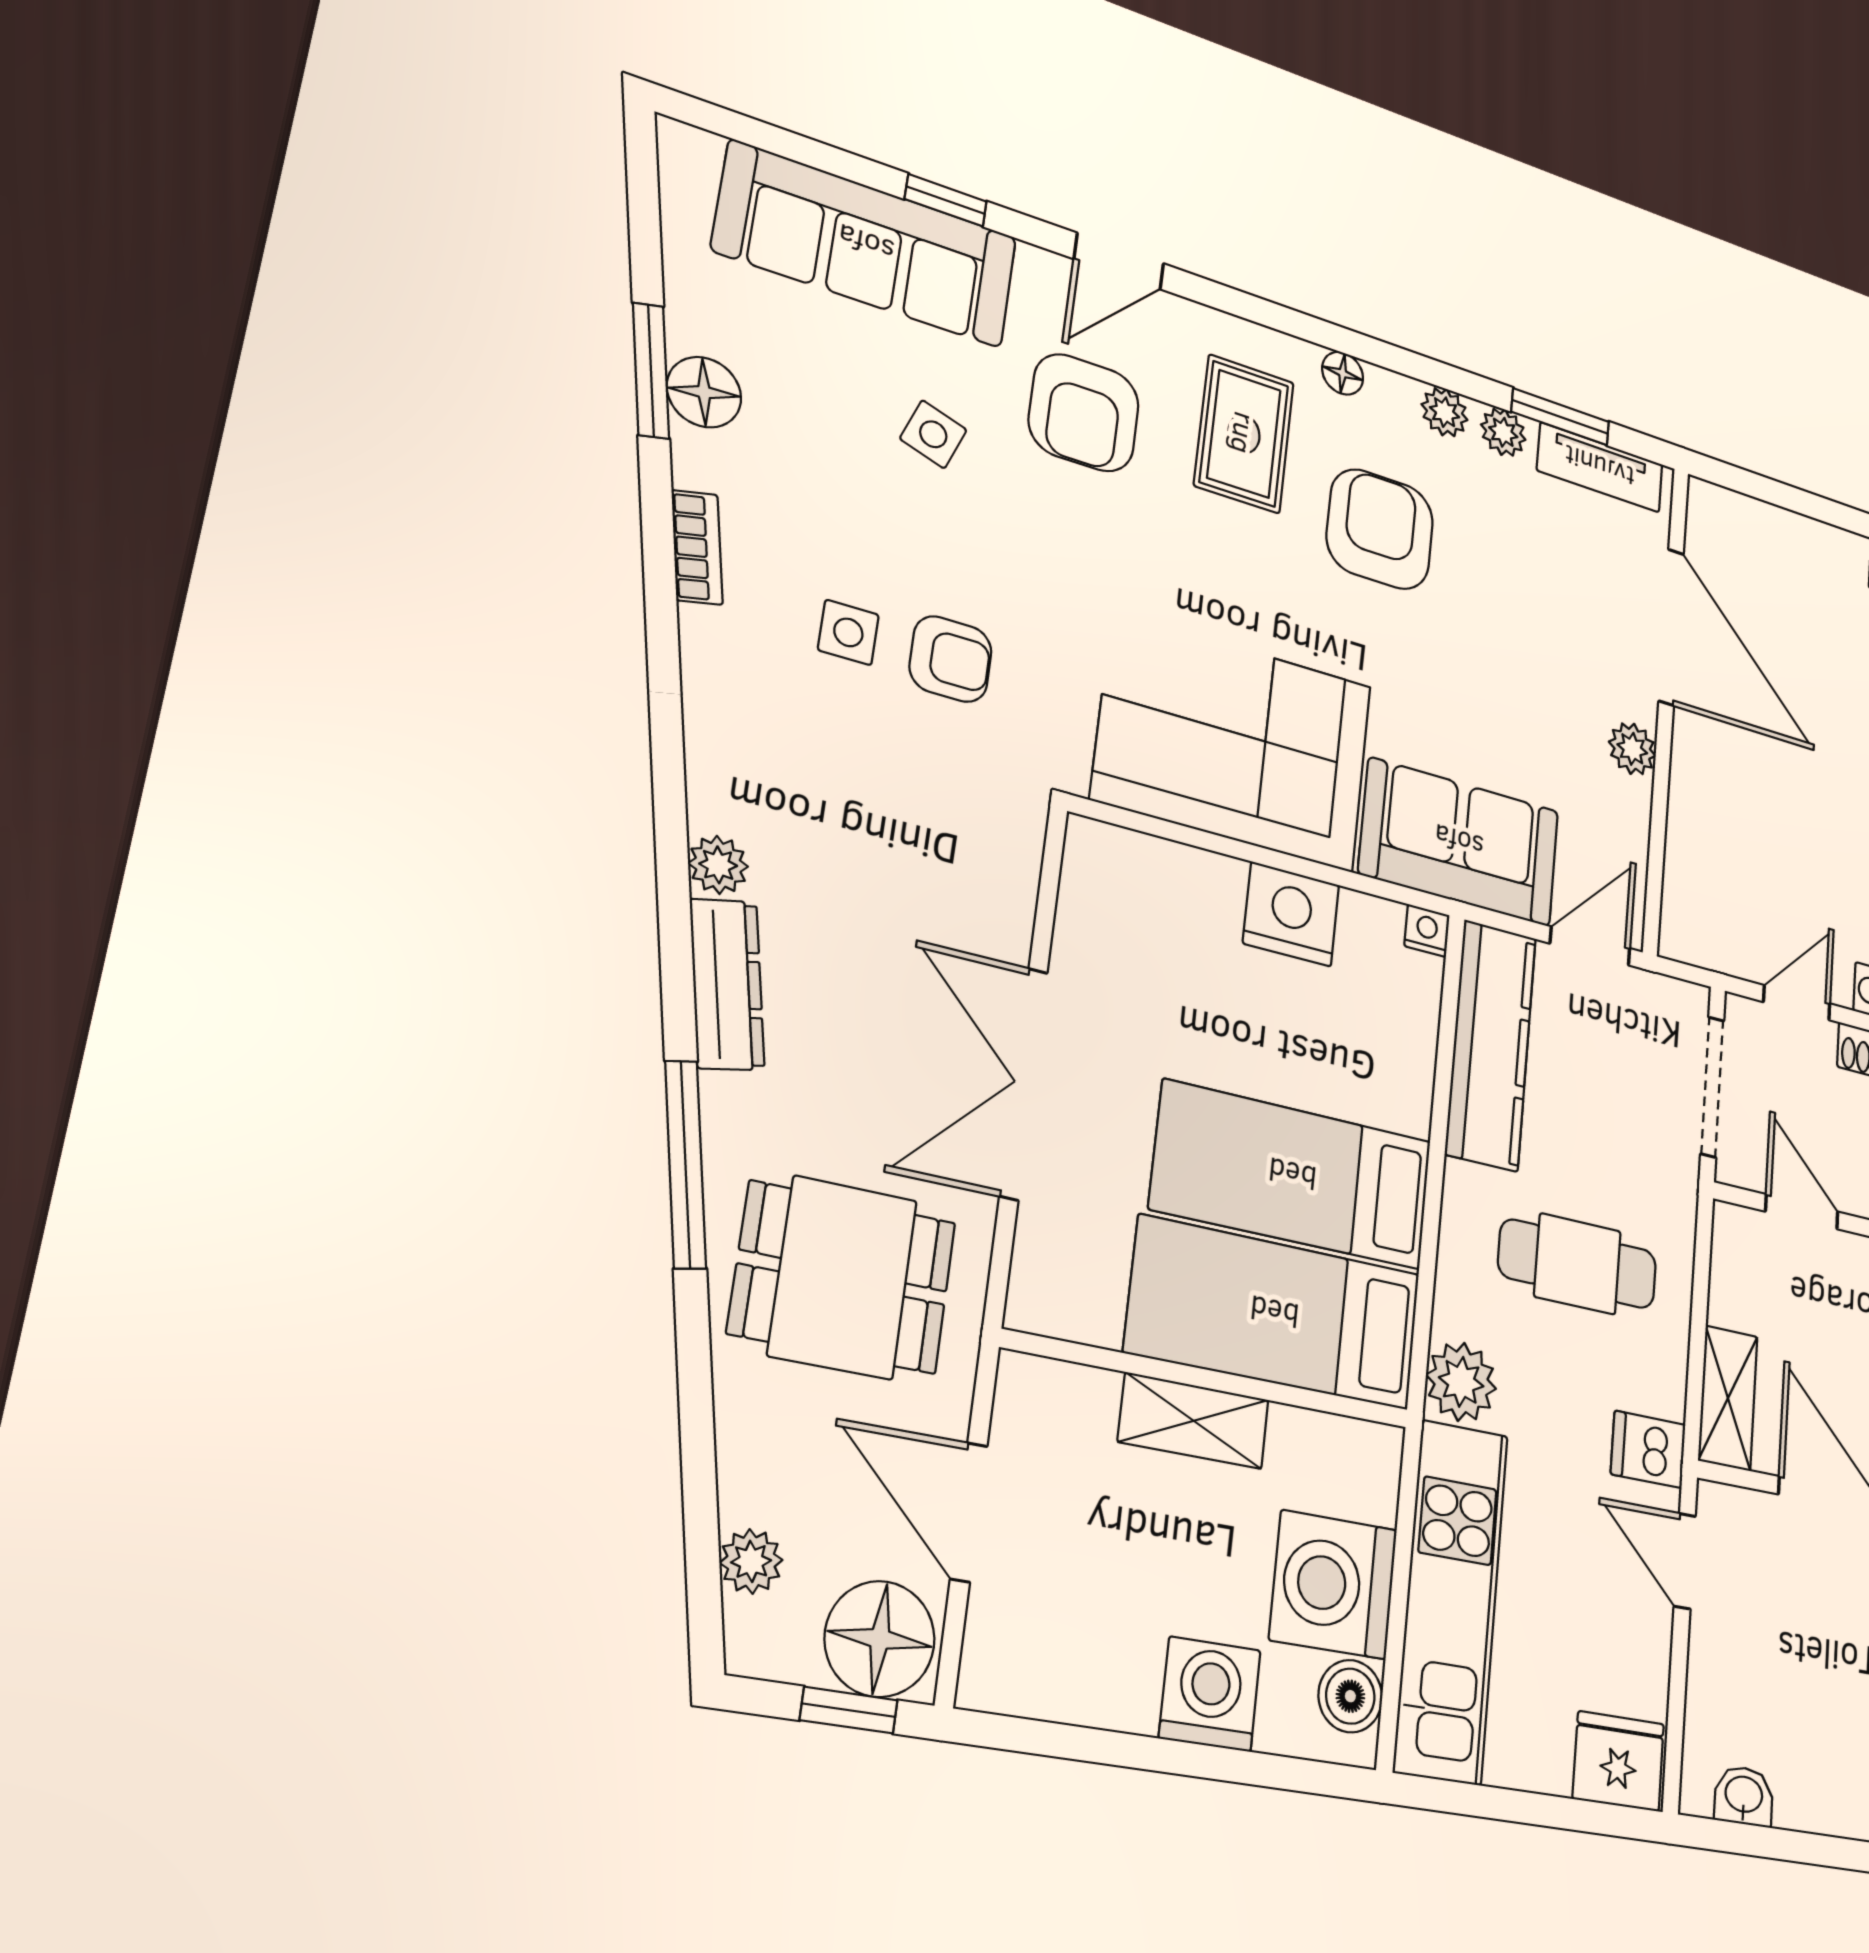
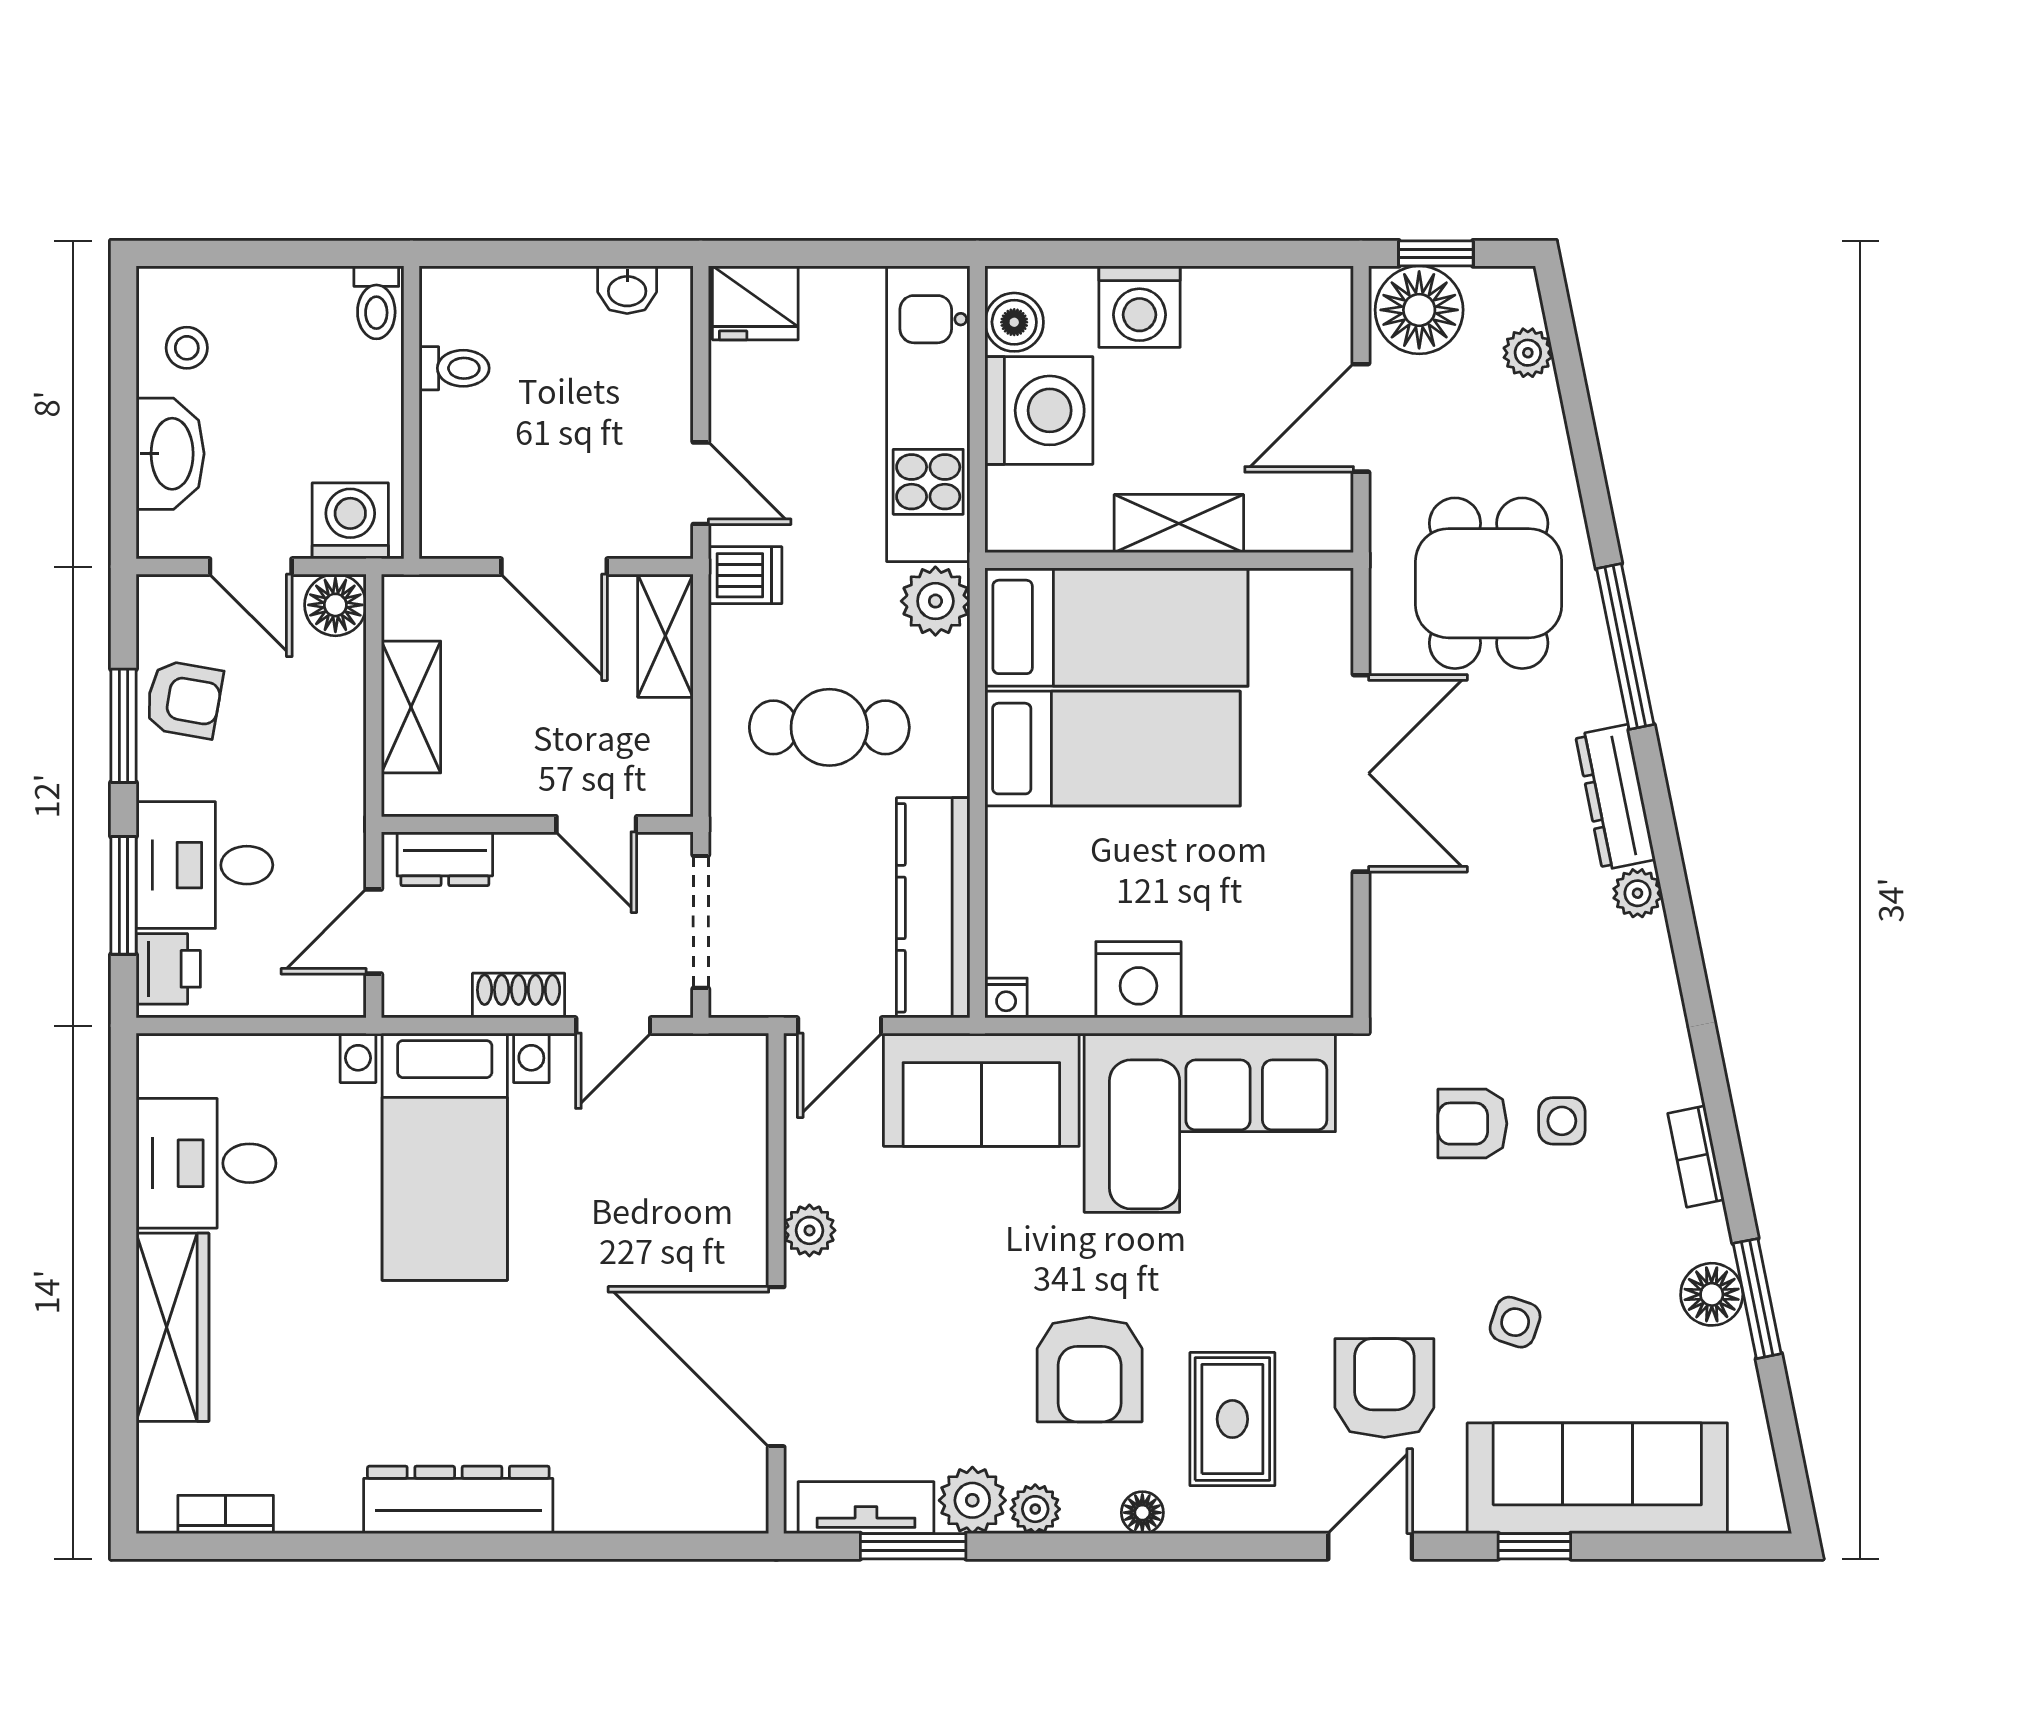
plant: (1503, 432) -> (972, 1500), width x1.38, depth x1.38
dining table: (843, 1277) -> (1489, 583), turned 90
door: (969, 1512) -> (1361, 418), swing flipped

